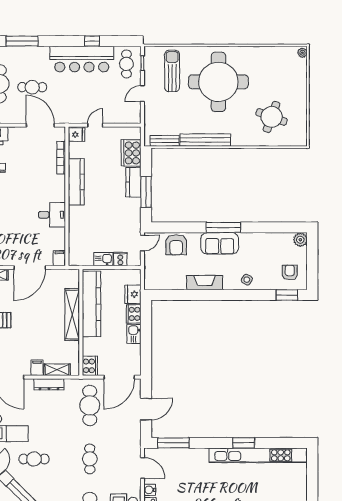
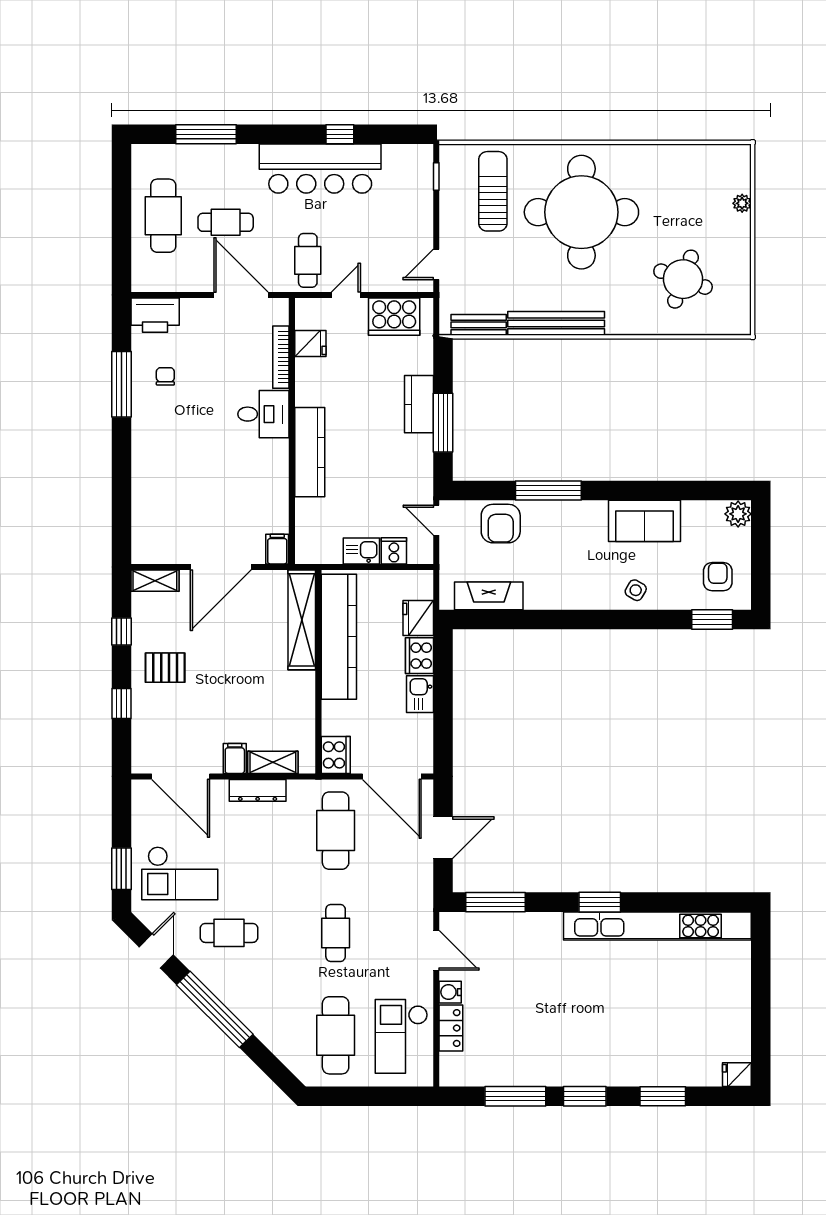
plant: (302, 53) -> (742, 203), moved
cafe table: (126, 64) -> (308, 260), moved
door: (142, 94) -> (436, 264), moved
fridge: (77, 135) -> (310, 344), moved
cooker: (131, 153) -> (394, 317), moved, turned -90
kitchen counter: (76, 182) -> (310, 452), moved
desk: (52, 215) -> (263, 414), moved
window: (223, 227) -> (548, 490), moved
door: (142, 243) -> (436, 520), swing flipped
sofa: (220, 243) -> (644, 521), moved
fireplace: (205, 283) -> (489, 596), moved
shelving: (72, 315) -> (302, 620), moved
door: (119, 377) -> (392, 776), hinge flipped
window: (244, 443) -> (600, 902), moved

